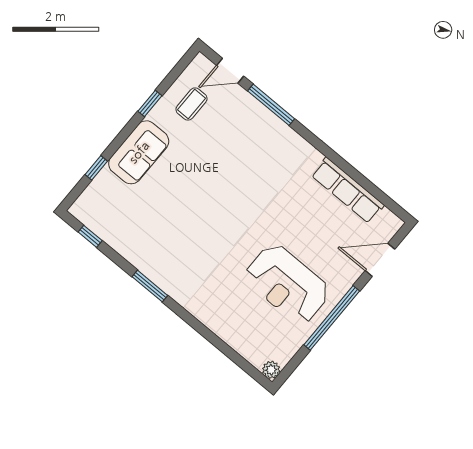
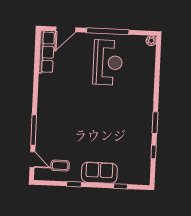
row of seats: (348, 190) -> (46, 52), moved
window: (90, 236) -> (154, 152), moved
door: (380, 260) -> (66, 29), hinge flipped

